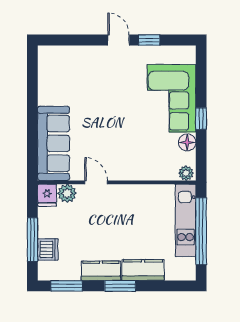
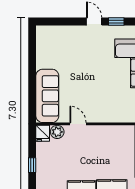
window: (32, 240) -> (32, 165), width x0.46
dishwasher: (48, 249) -> (43, 172), removed

